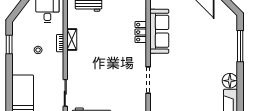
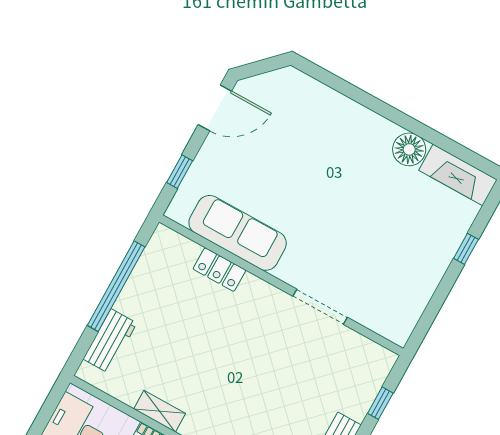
window: (240, 46) -> (353, 92), removed

